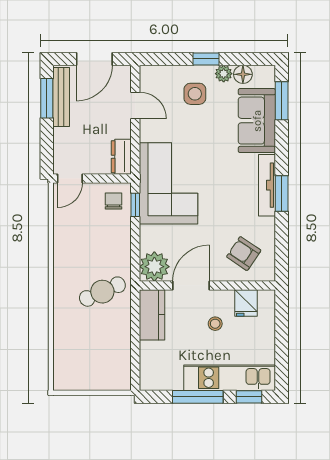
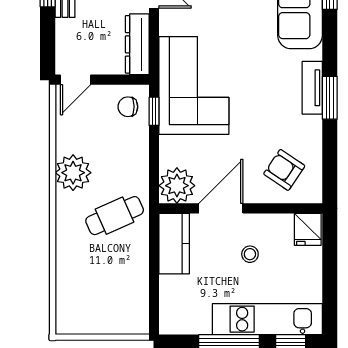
dresser: (121, 157) -> (137, 44), width x1.44
tv unit: (267, 185) -> (312, 88), width x0.71
chair: (114, 201) -> (128, 107), turned -90
plant: (68, 256) -> (73, 173), added
fridge: (246, 303) -> (308, 229), moved

